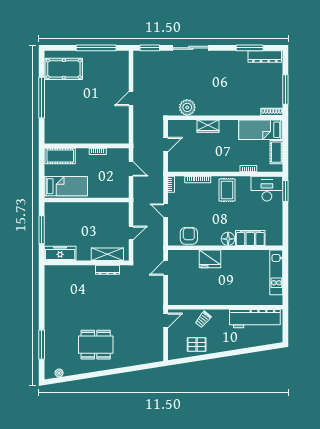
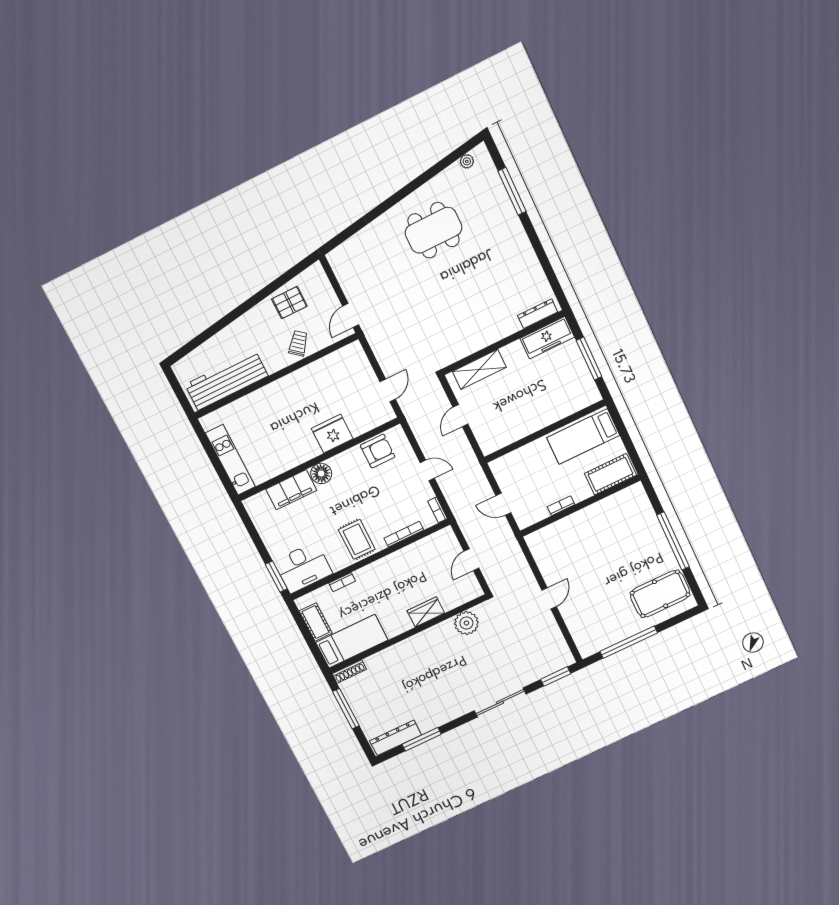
armchair: (189, 236) -> (378, 451), turned -90
dresser: (107, 270) -> (538, 314), moved

